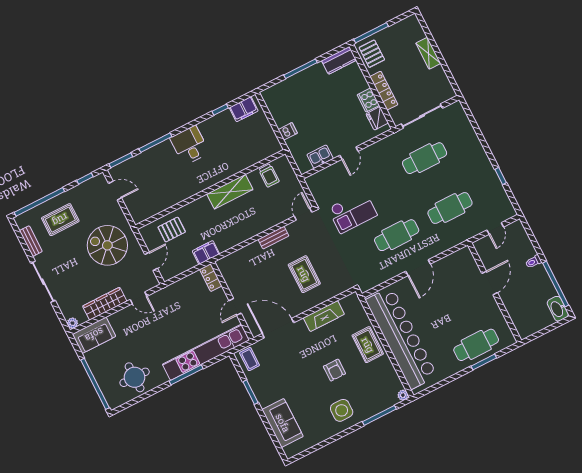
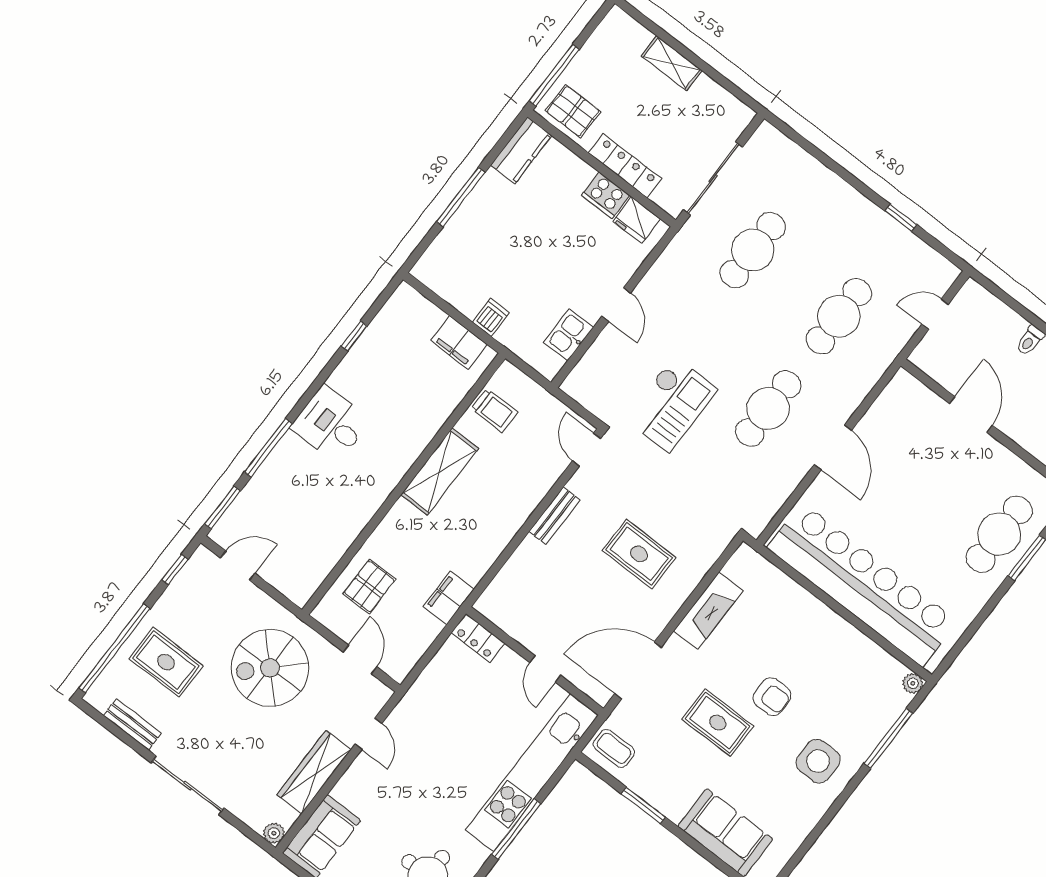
filing cabinet: (244, 109) -> (459, 342), moved, turned 90
rug: (60, 220) -> (166, 662), turned 90
door: (495, 228) -> (935, 314), swing flipped
door: (139, 298) -> (368, 734), hinge flipped
rug: (368, 345) -> (718, 723), moved

